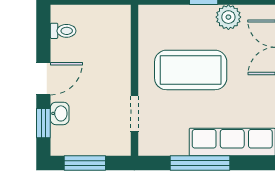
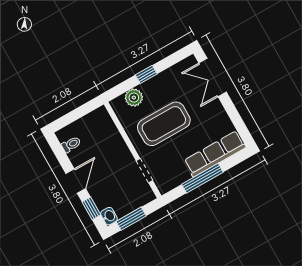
plant: (228, 17) -> (134, 98), moved
washbasin: (60, 113) -> (109, 216), moved

